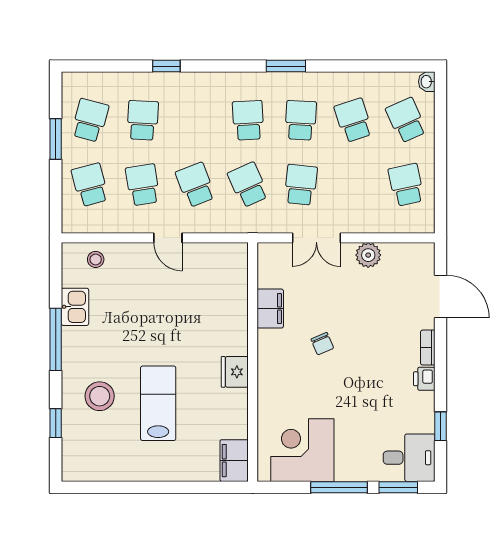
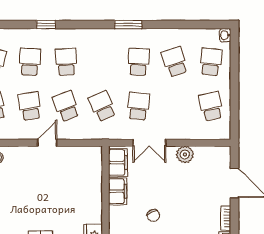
school desk: (248, 120) -> (66, 62), moved
school desk: (406, 120) -> (211, 62), turned 30
door: (168, 238) -> (47, 143), swing flipped
filing cabinet: (271, 267) -> (118, 162), added

